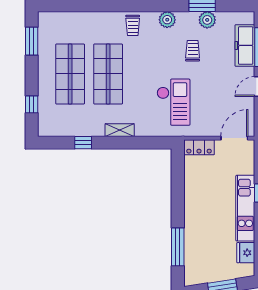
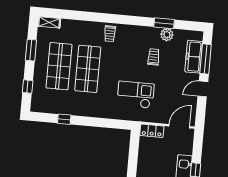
plant: (167, 20) -> (136, 32), removed
window: (32, 41) -> (31, 50), moved
checkout: (173, 102) -> (136, 95), turned -90
shelving: (120, 130) -> (49, 22), moved

